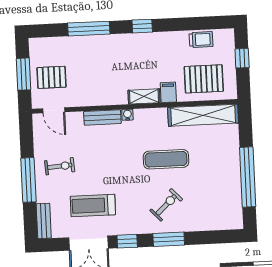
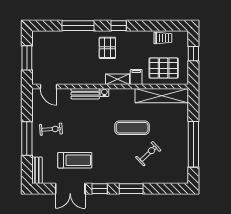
pallet: (51, 77) -> (107, 48), moved, turned 90
treadmill: (93, 205) -> (75, 160), turned 180
exercise bike: (166, 205) -> (148, 154), moved

